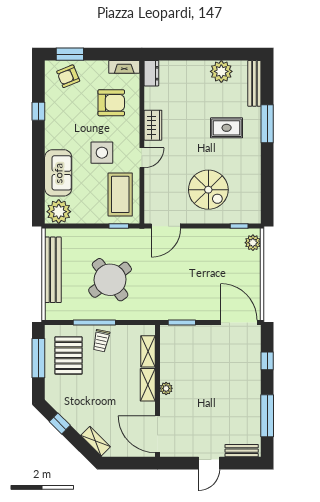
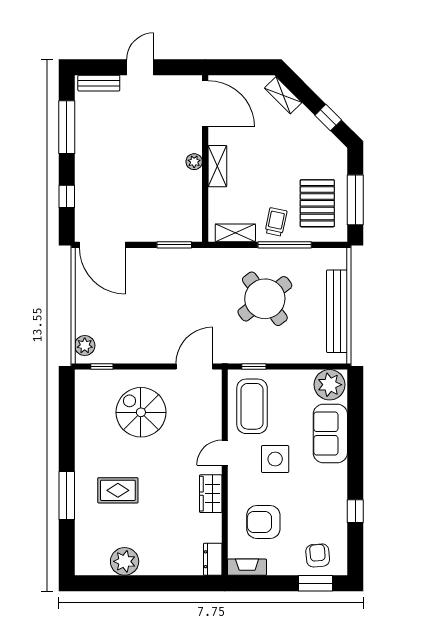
armchair: (68, 76) -> (318, 555), turned -73
bench: (254, 83) -> (83, 546), removed
shelving: (148, 351) -> (235, 233), moved, turned 90

